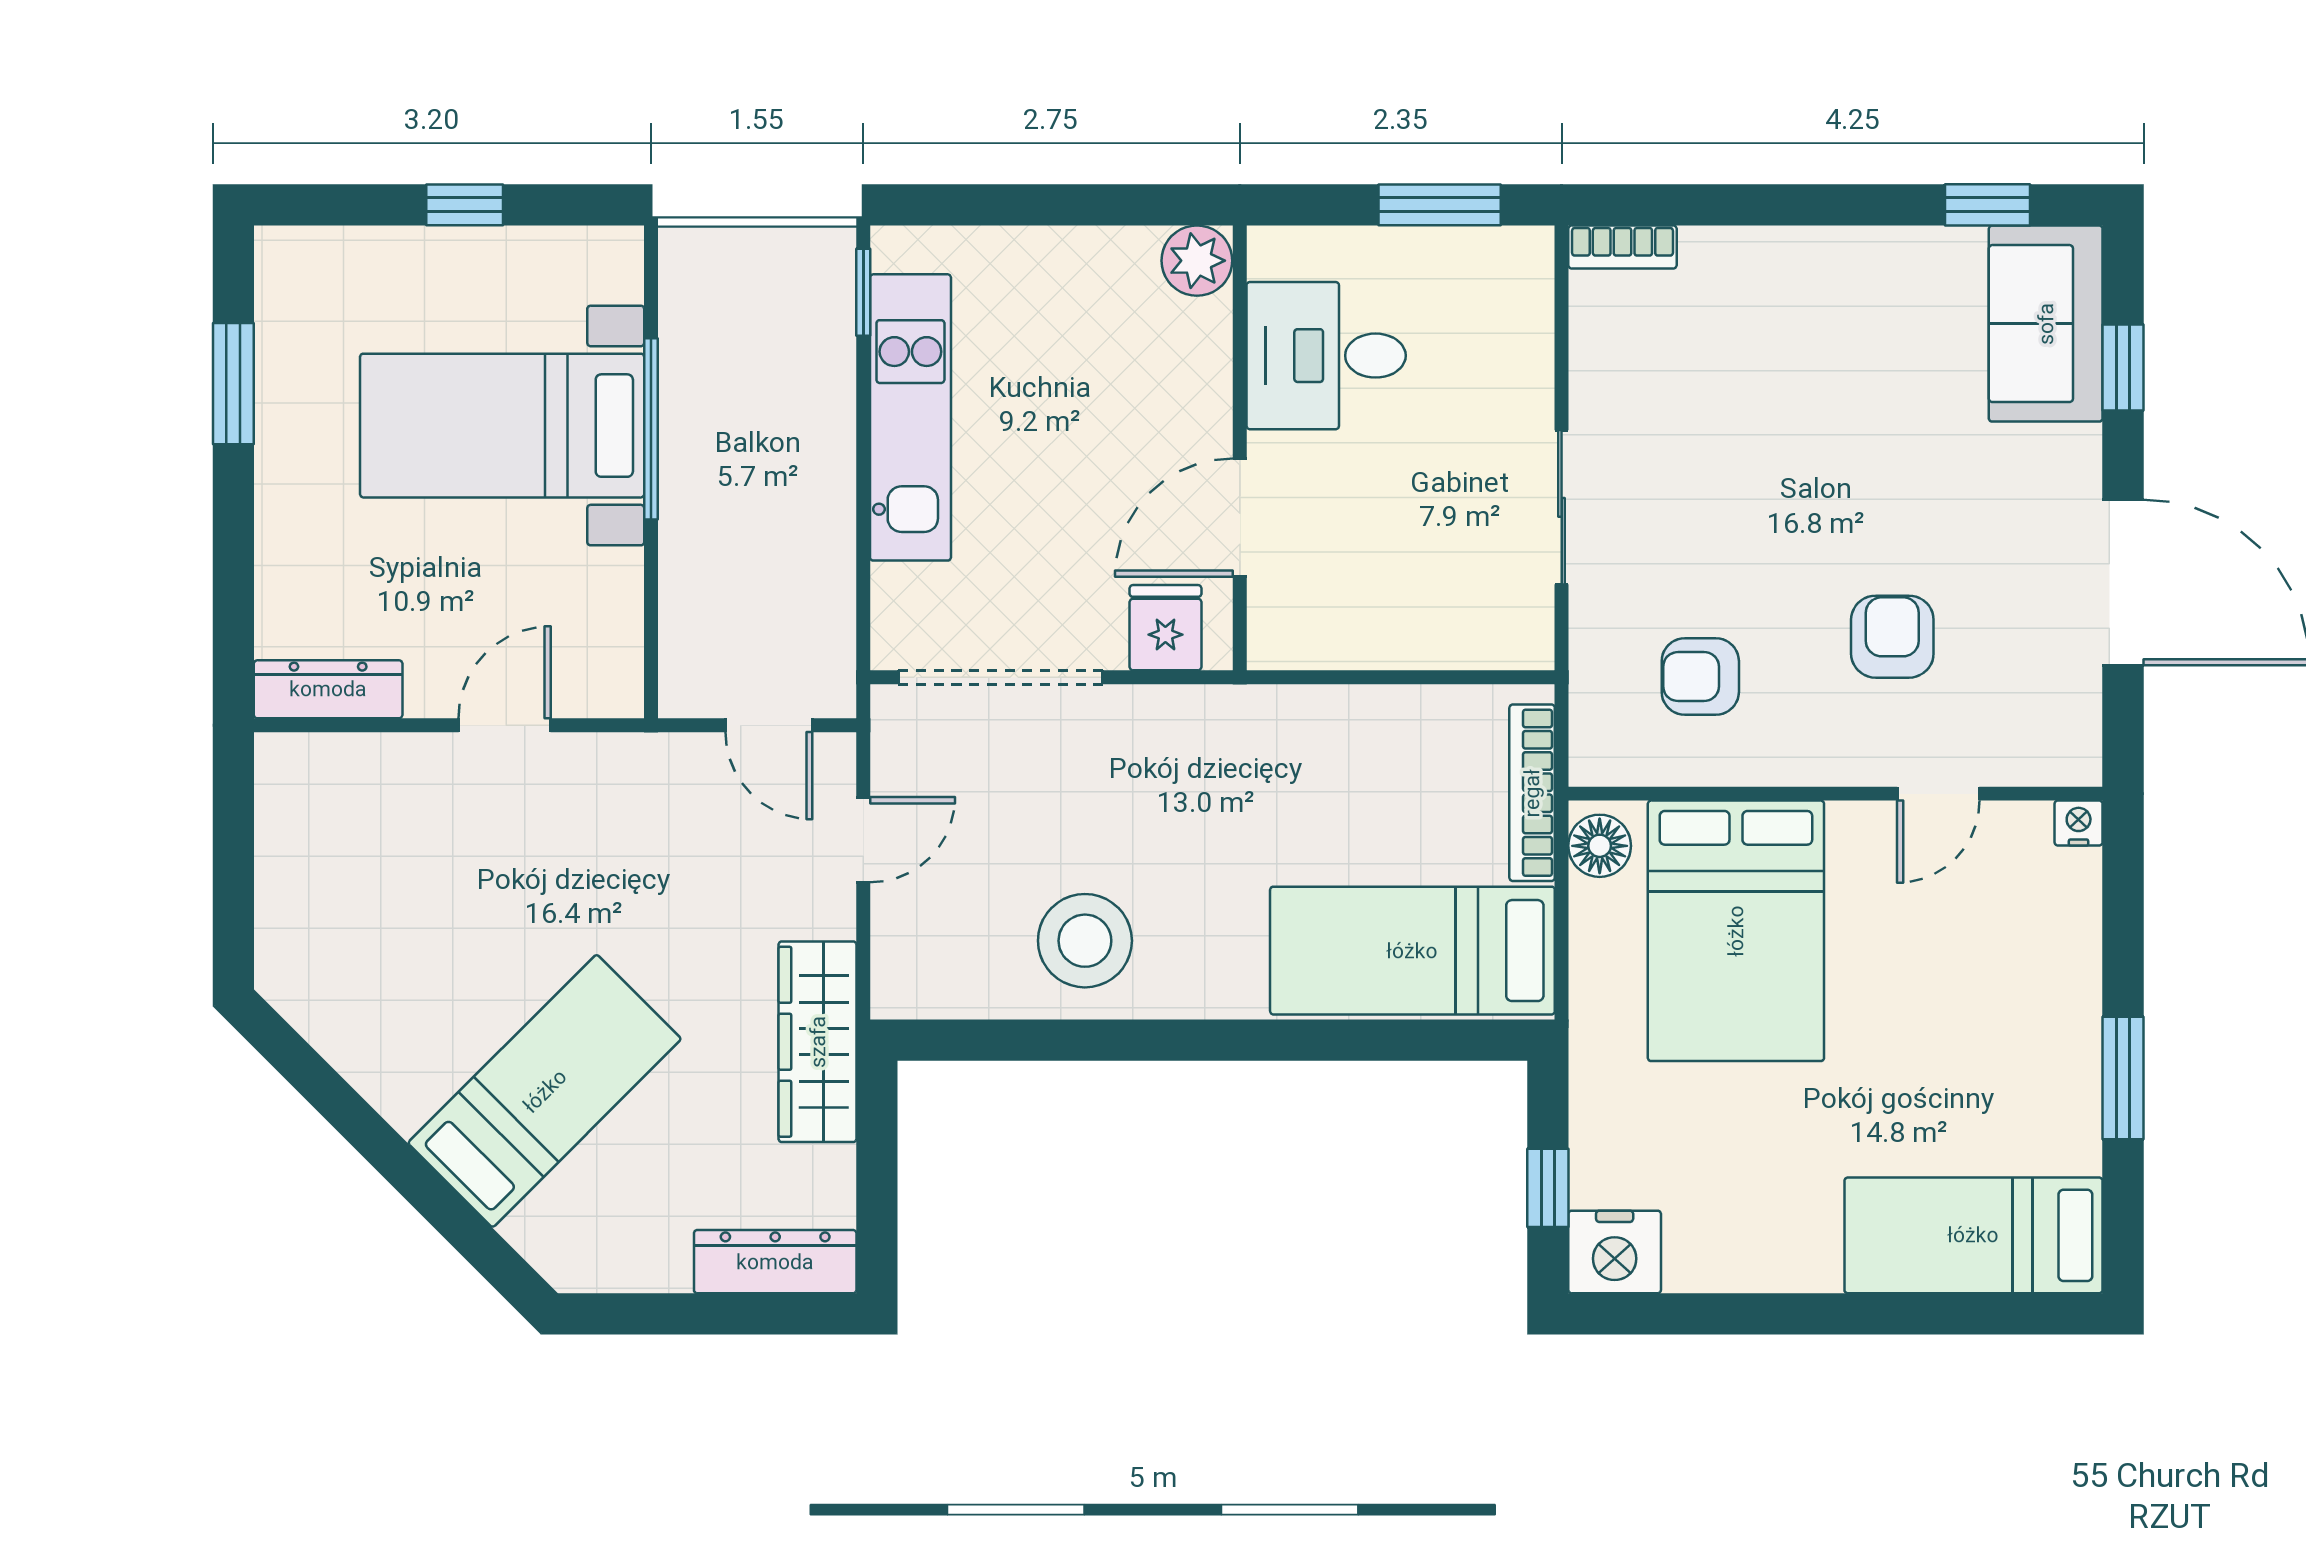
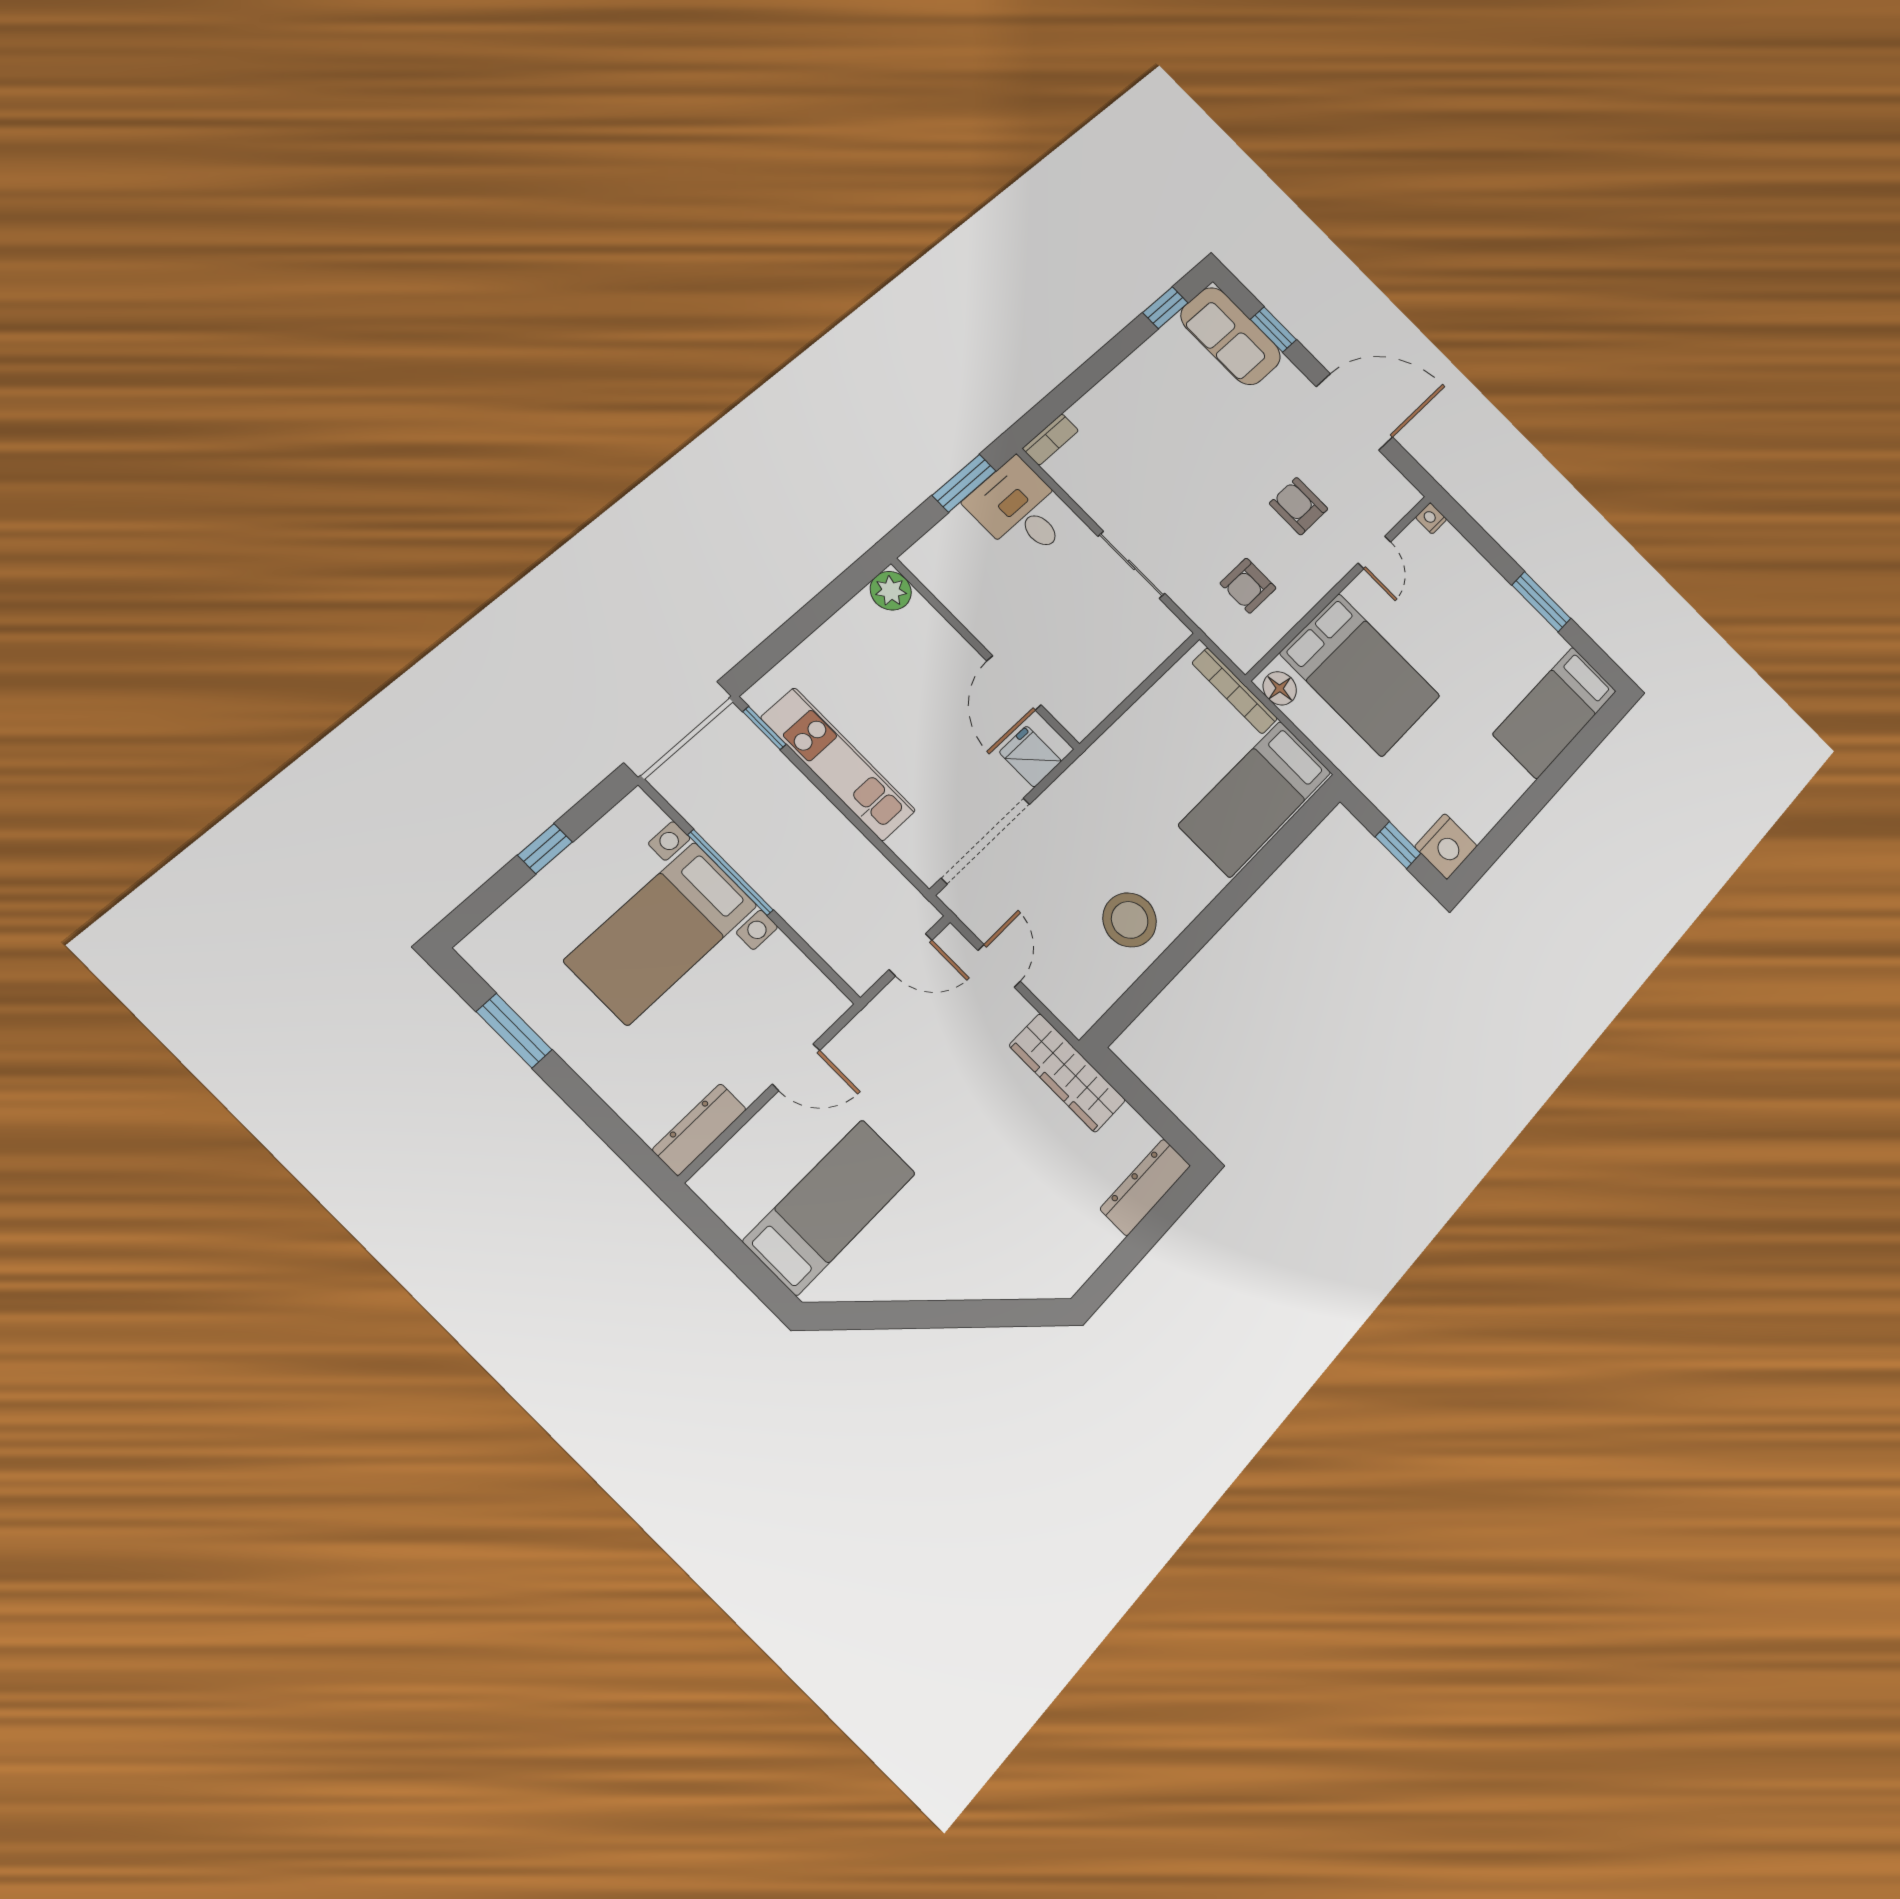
desk: (1326, 356) -> (1020, 510), moved, turned 90
door: (505, 725) -> (796, 1067), swing flipped
bed: (545, 1091) -> (830, 1207), moved, turned 45

